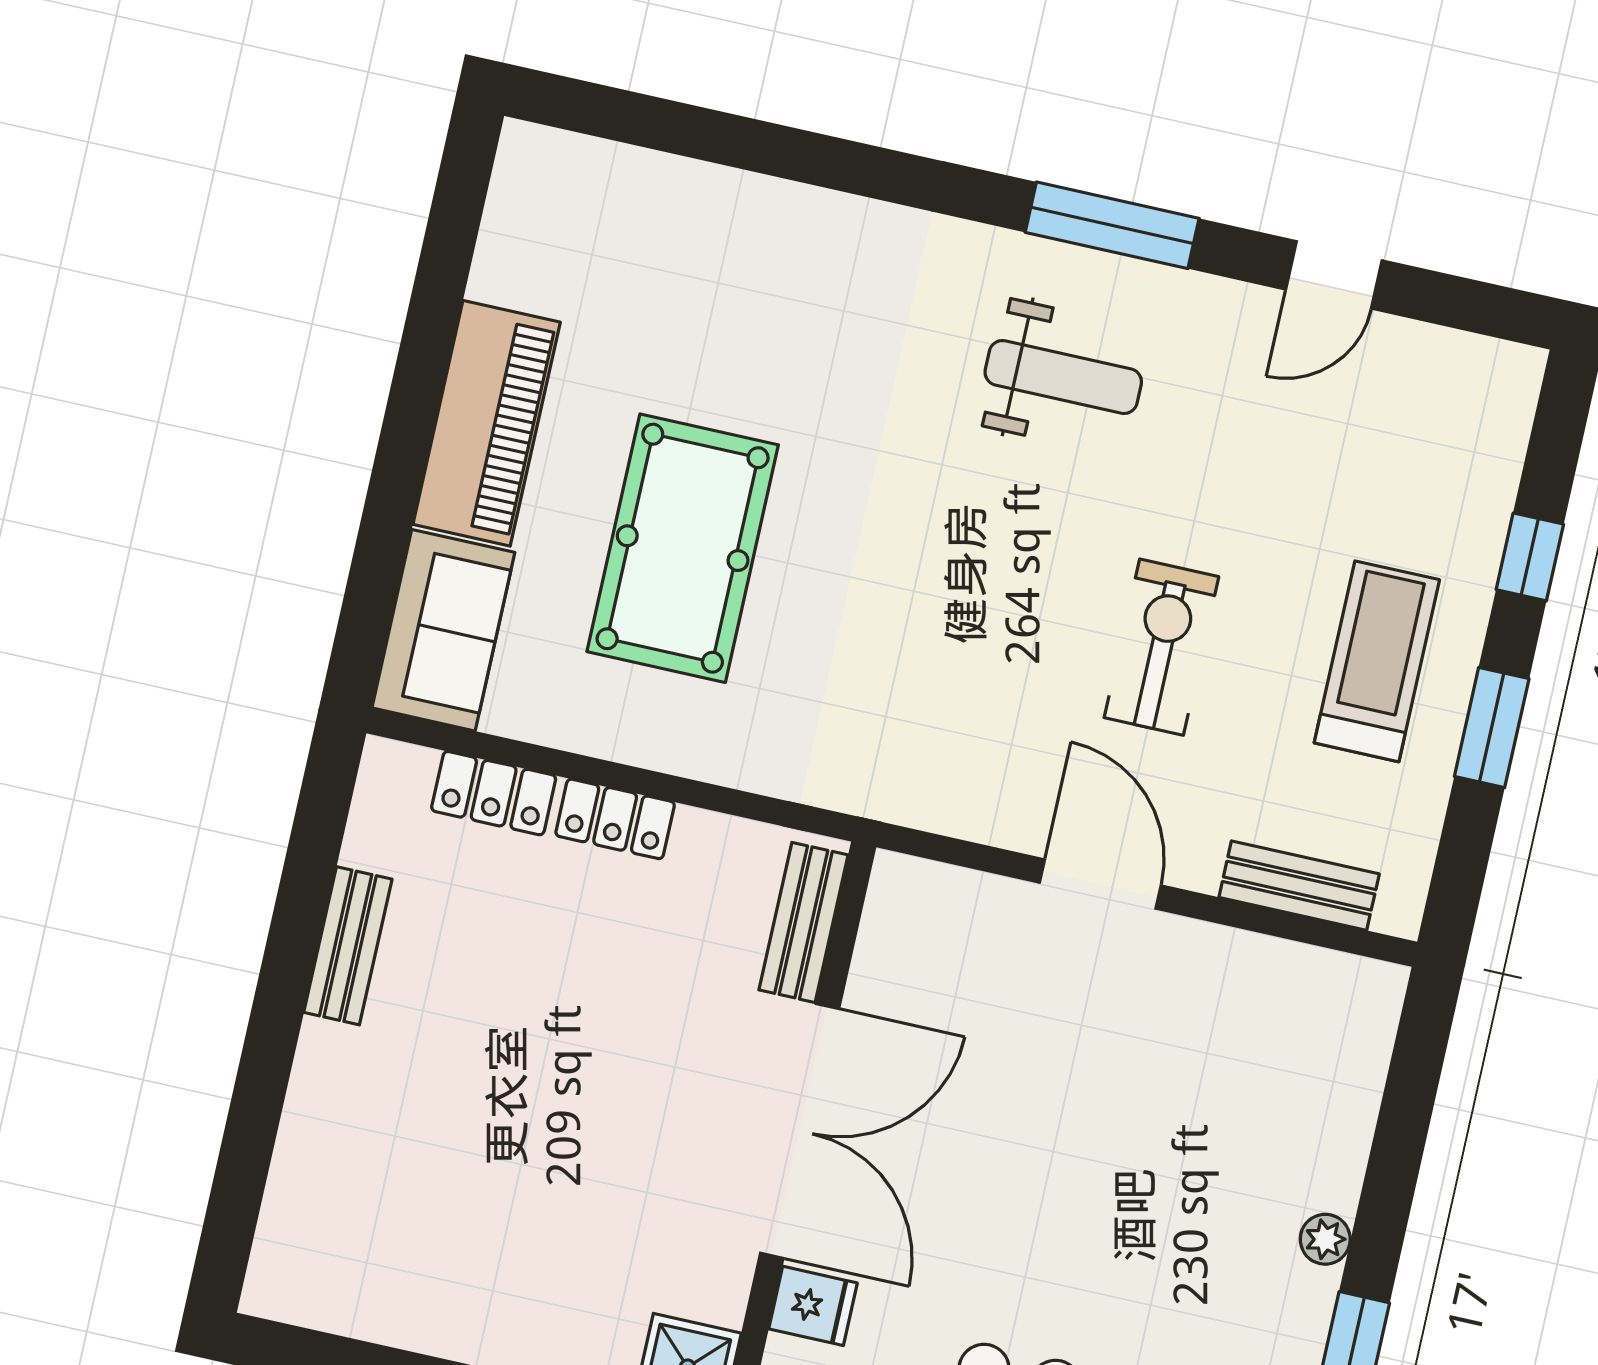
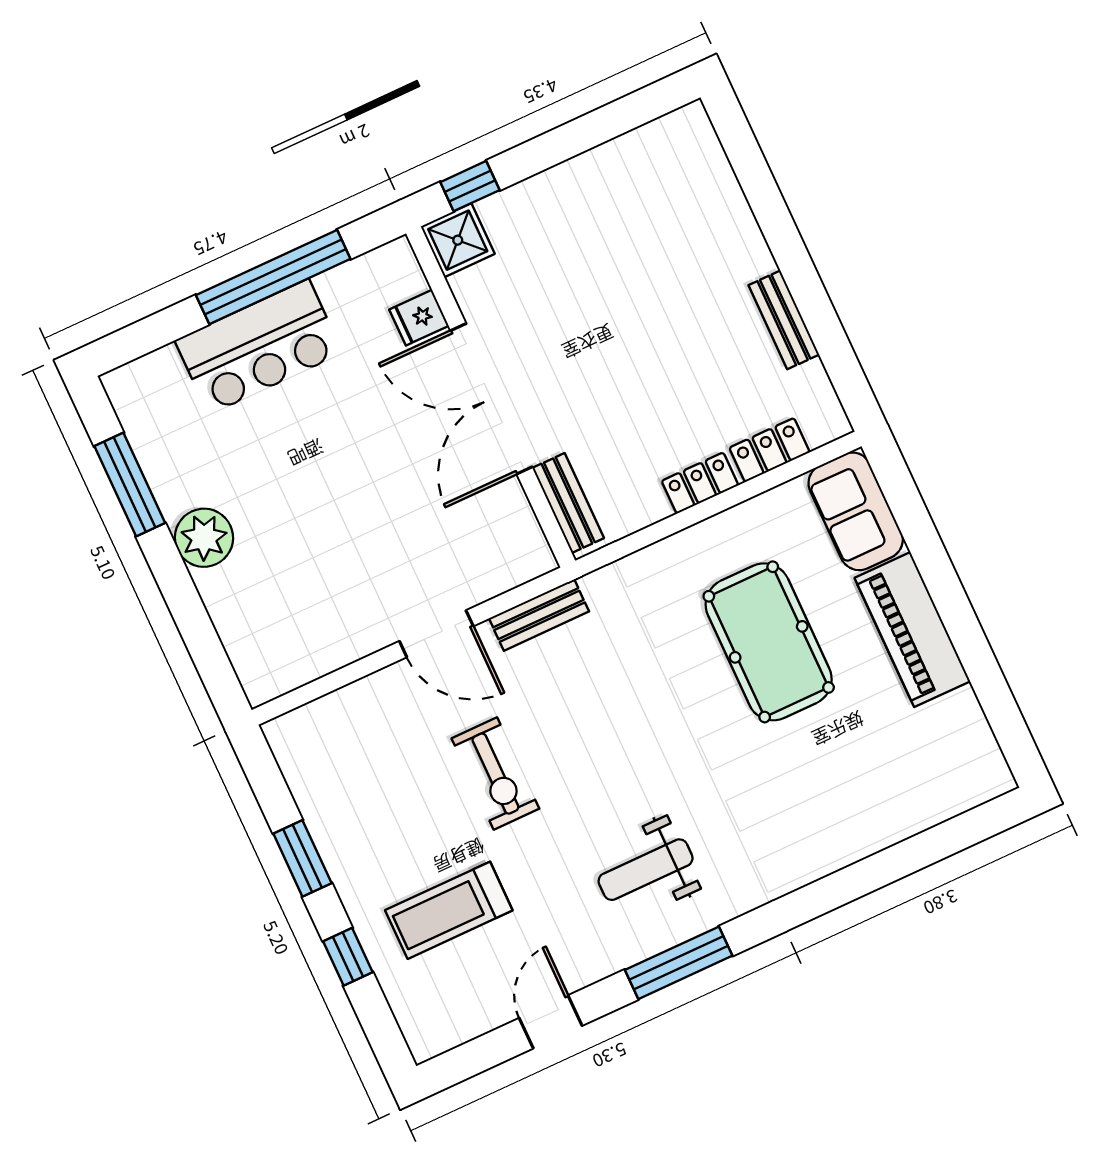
treadmill: (1377, 661) -> (449, 910), moved, turned 90
bench: (1299, 886) -> (539, 615), moved
plant: (1325, 1239) -> (204, 538), width x1.88, depth x1.88

